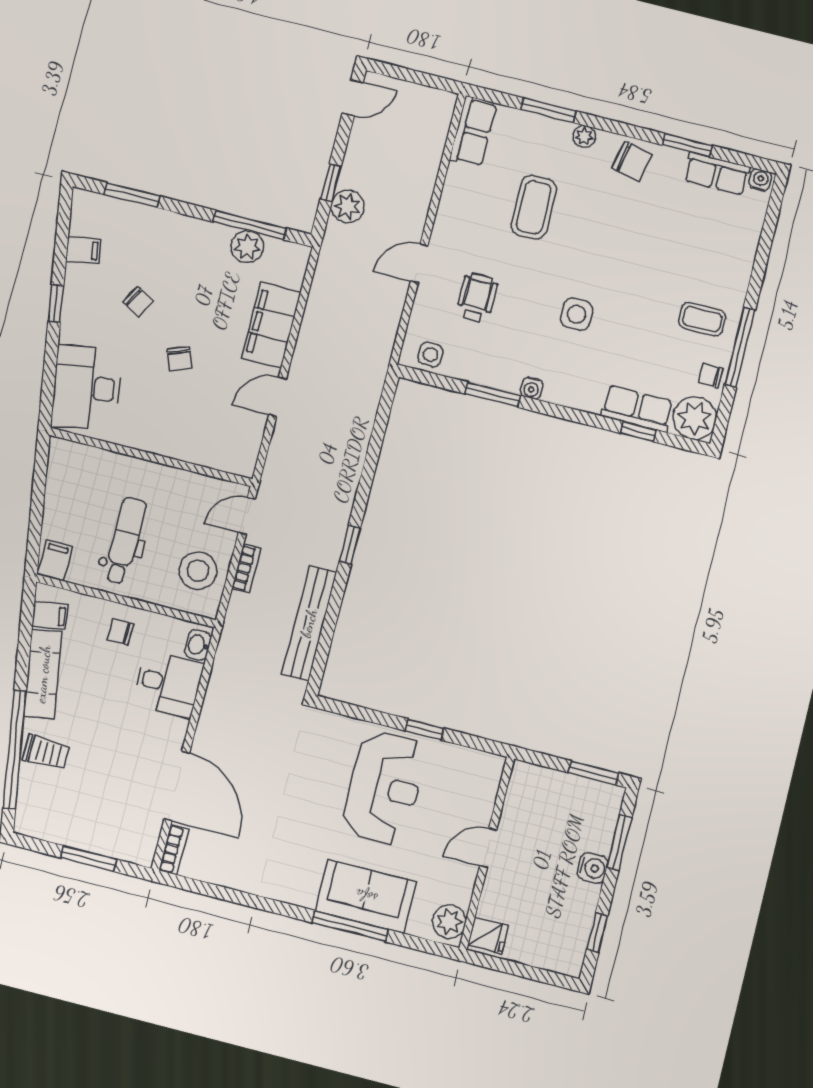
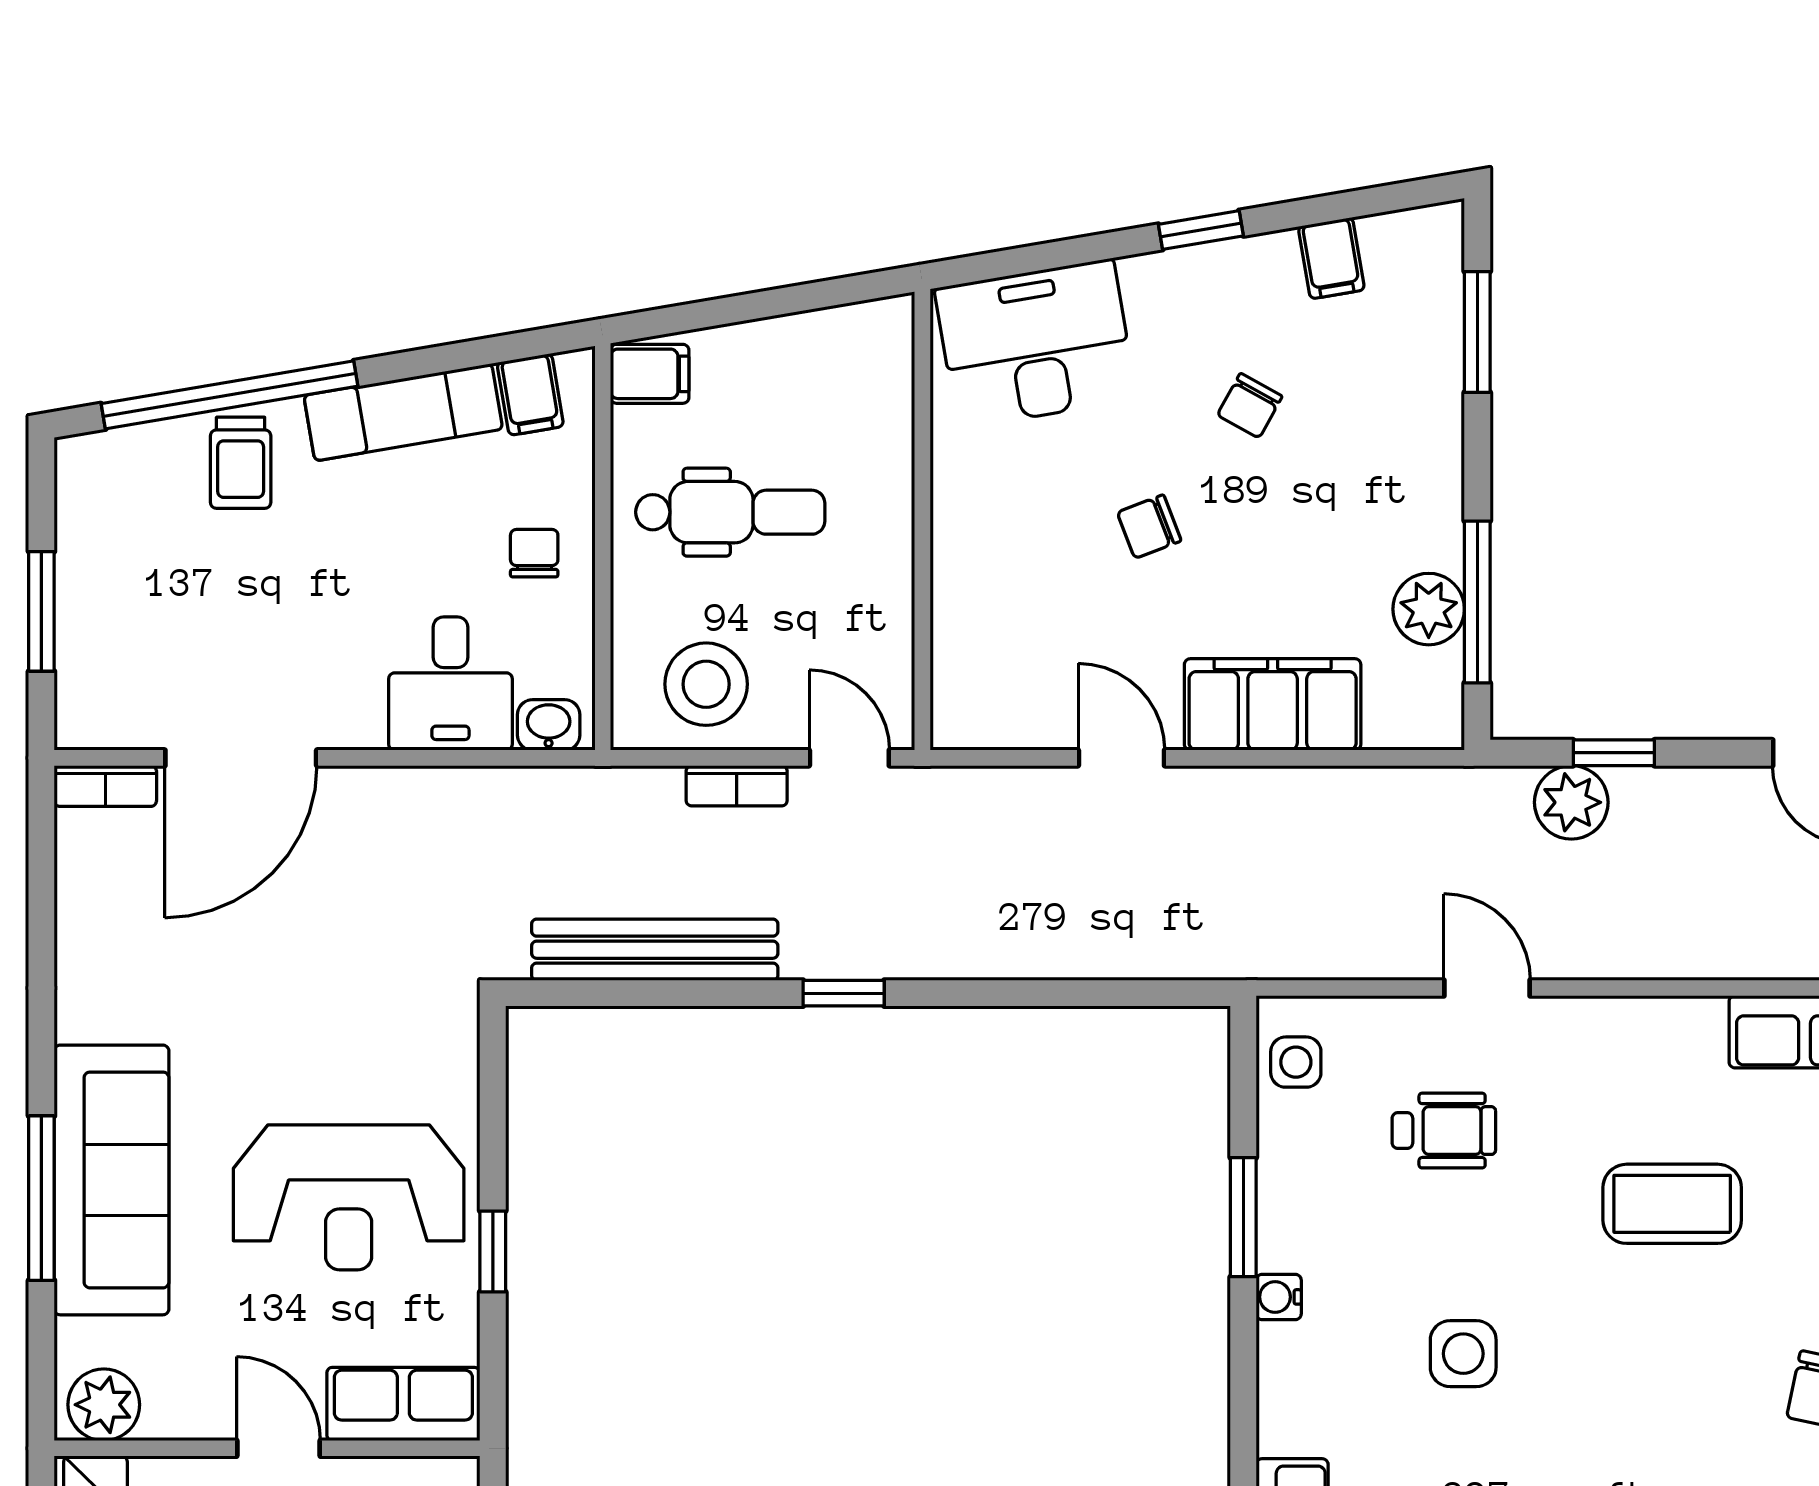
row of seats: (482, 787) -> (403, 1404), added
sofa: (366, 896) -> (112, 1180), width x1.36

